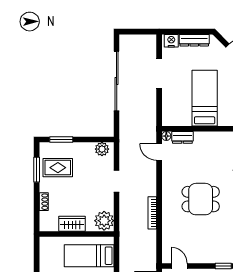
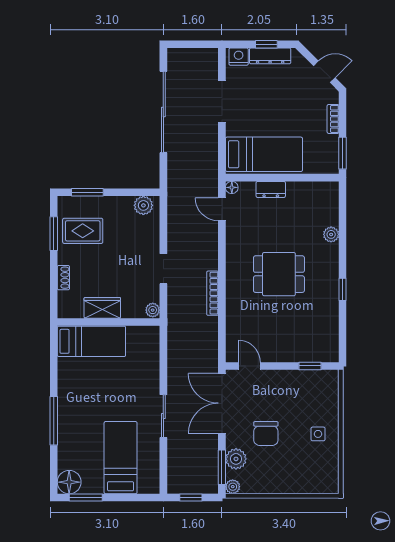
window: (191, 32) -> (266, 44), added
bed: (205, 98) -> (264, 154), moved, turned 90
dresser: (182, 137) -> (271, 189), moved
doorway: (117, 181) -> (163, 269), moved
plant: (104, 221) -> (153, 310), width x0.53, depth x0.53
bed: (89, 256) -> (91, 341), moved, turned 180

